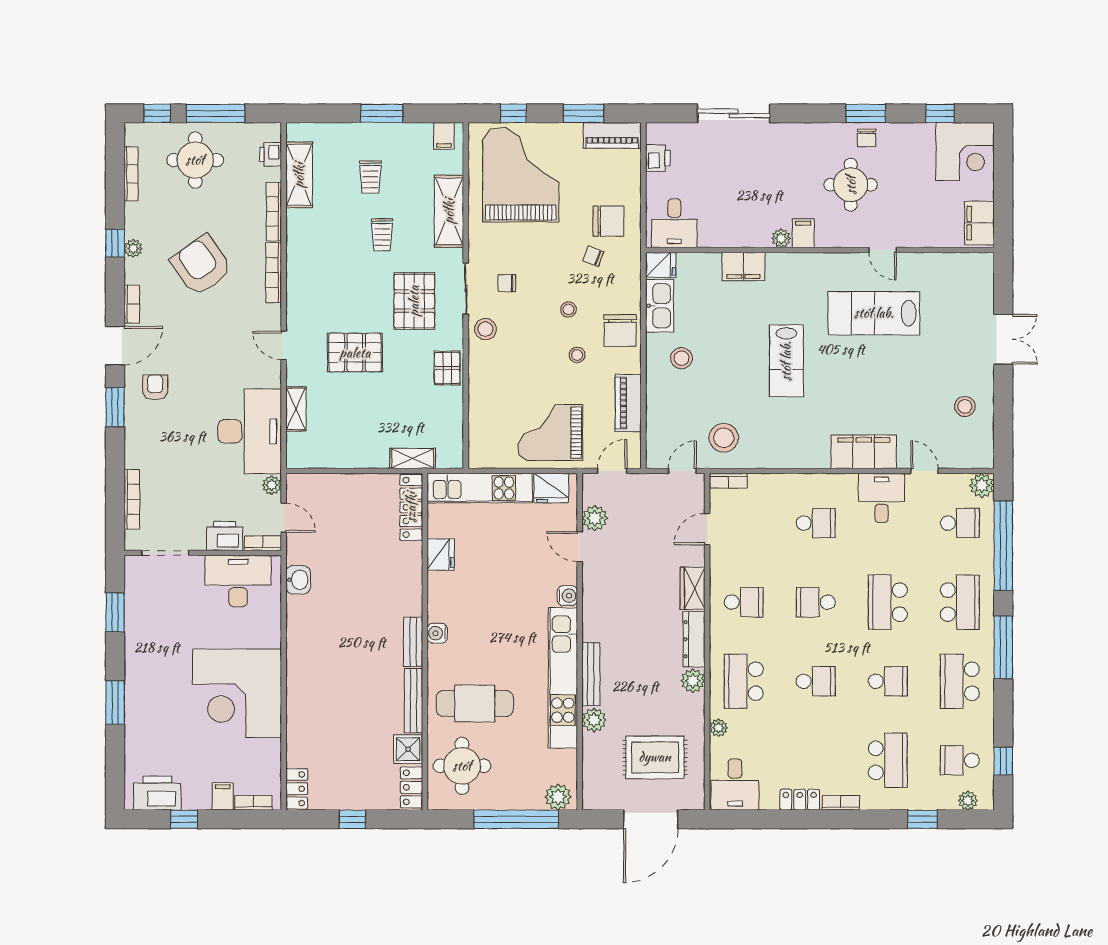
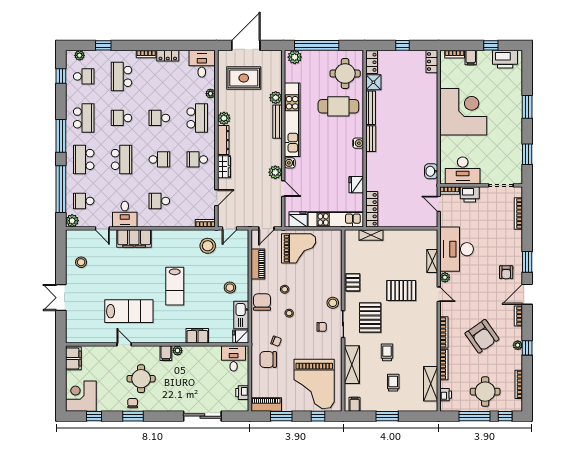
lab bench: (786, 361) -> (175, 286), turned 180
plant: (272, 485) -> (445, 277), moved
plant: (595, 518) -> (275, 172), moved

